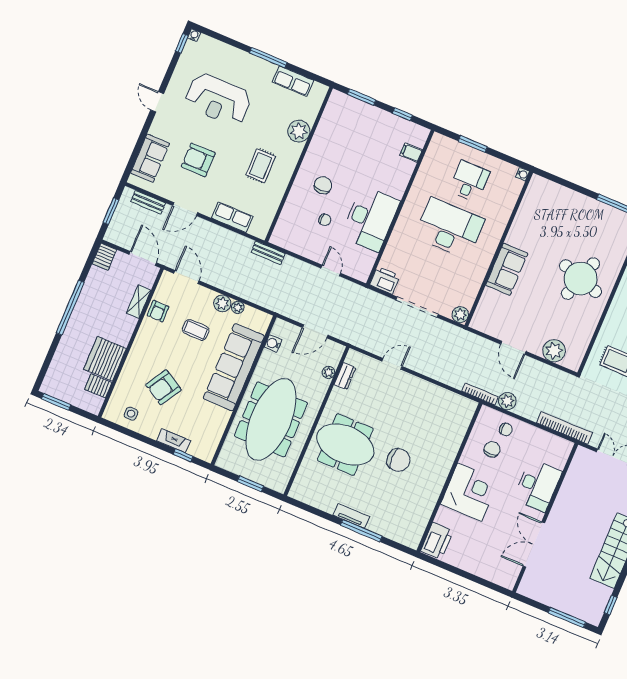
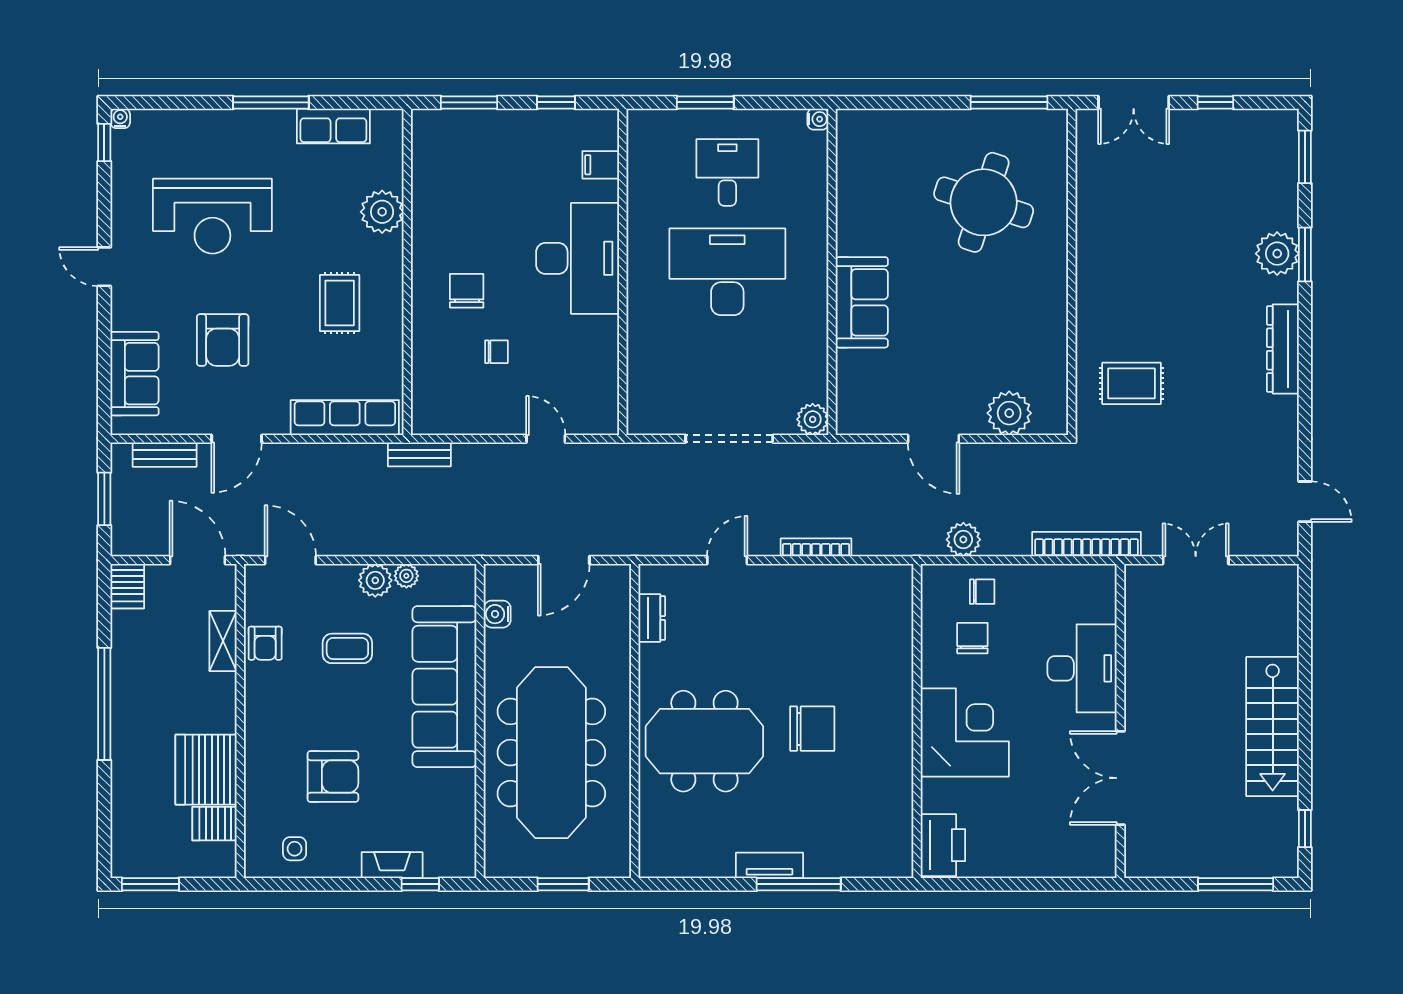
armchair: (198, 160) -> (223, 340), turned -90
row of seats: (232, 217) -> (345, 418), width x1.48
desk: (370, 219) -> (578, 258), moved
round table: (580, 279) -> (984, 202), moved
printer: (385, 280) -> (651, 415), removed
plant: (328, 372) -> (619, 624), removed
armchair: (163, 387) -> (333, 777), turned -121
bookcase: (480, 394) -> (816, 547), moved

